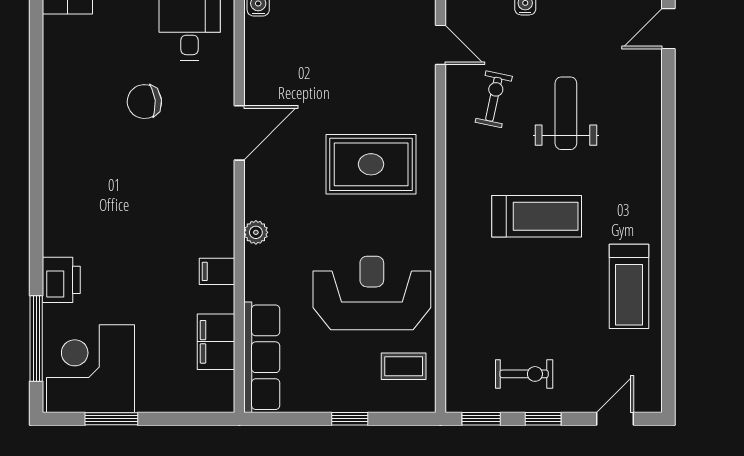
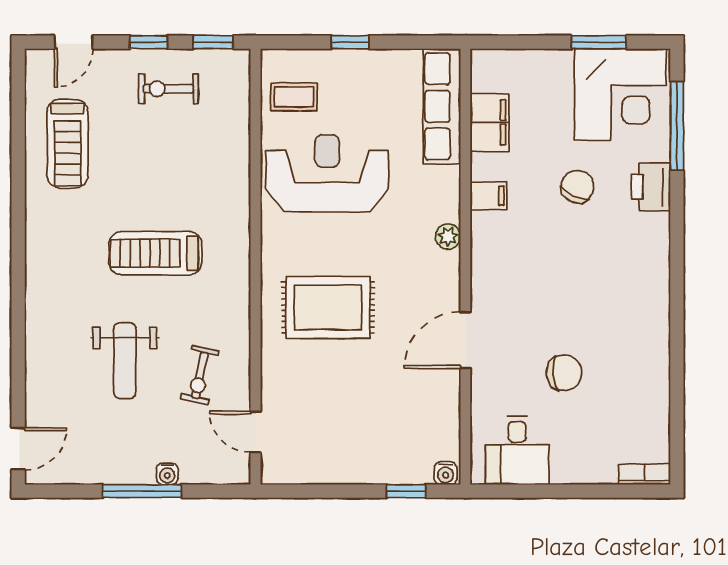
chair: (132, 280) -> (577, 187), added
treadmill: (629, 286) -> (68, 144), moved, turned 180
reception desk: (372, 293) -> (327, 173), turned 180

